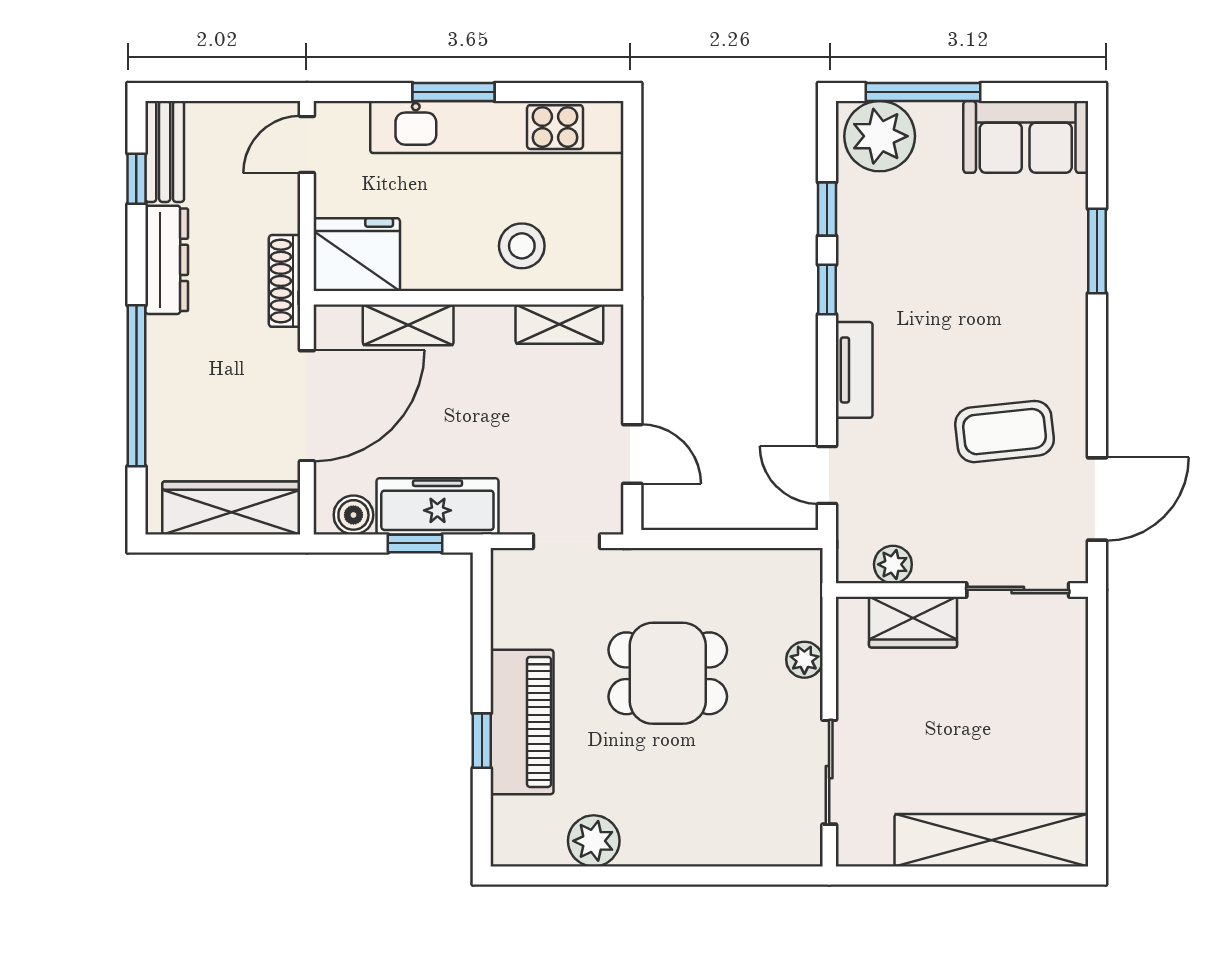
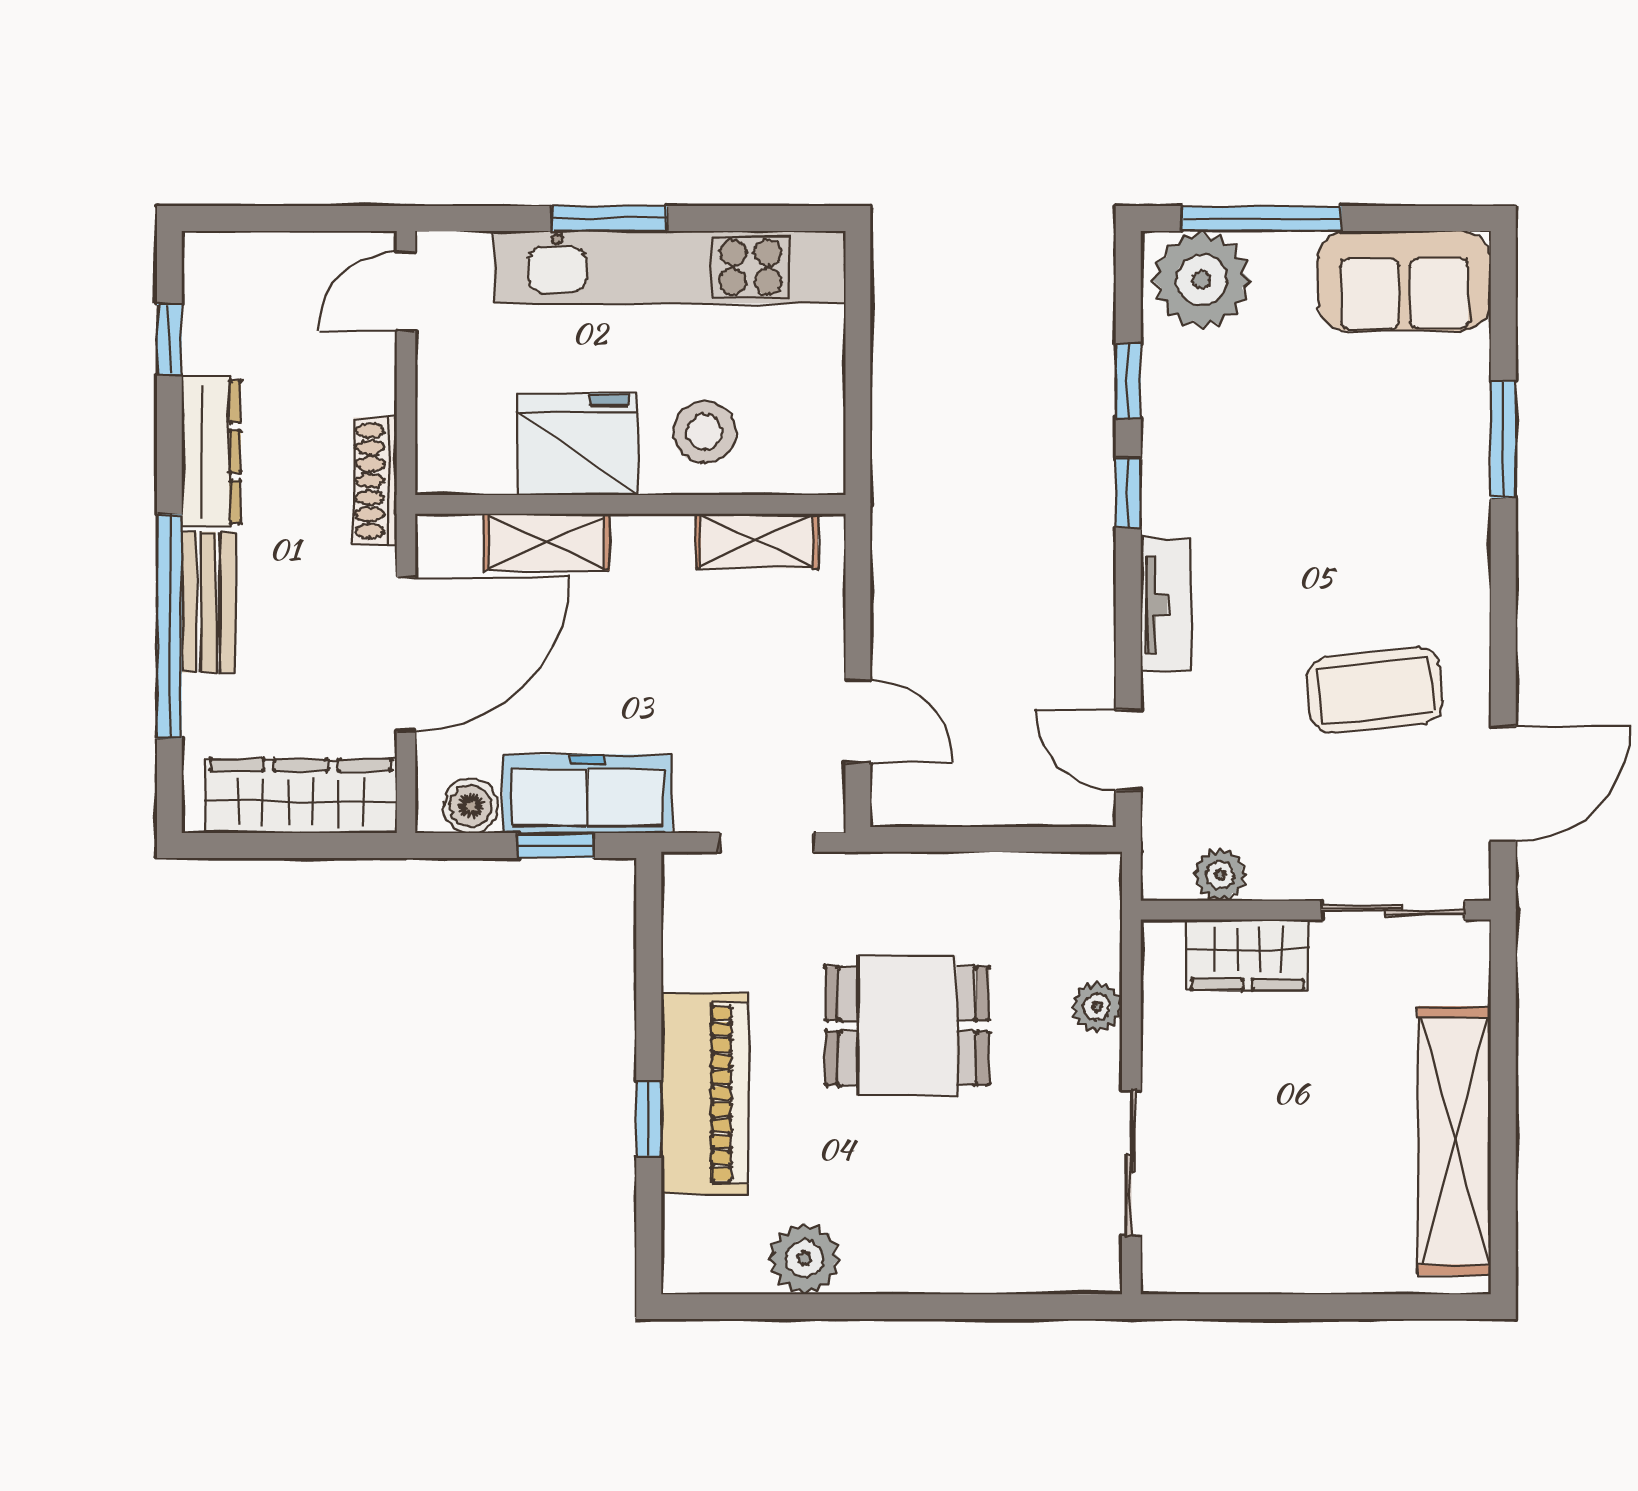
bench: (165, 151) -> (208, 602), moved
fridge: (357, 255) -> (578, 444), moved
shelving: (991, 840) -> (1454, 1141), moved, turned 90

